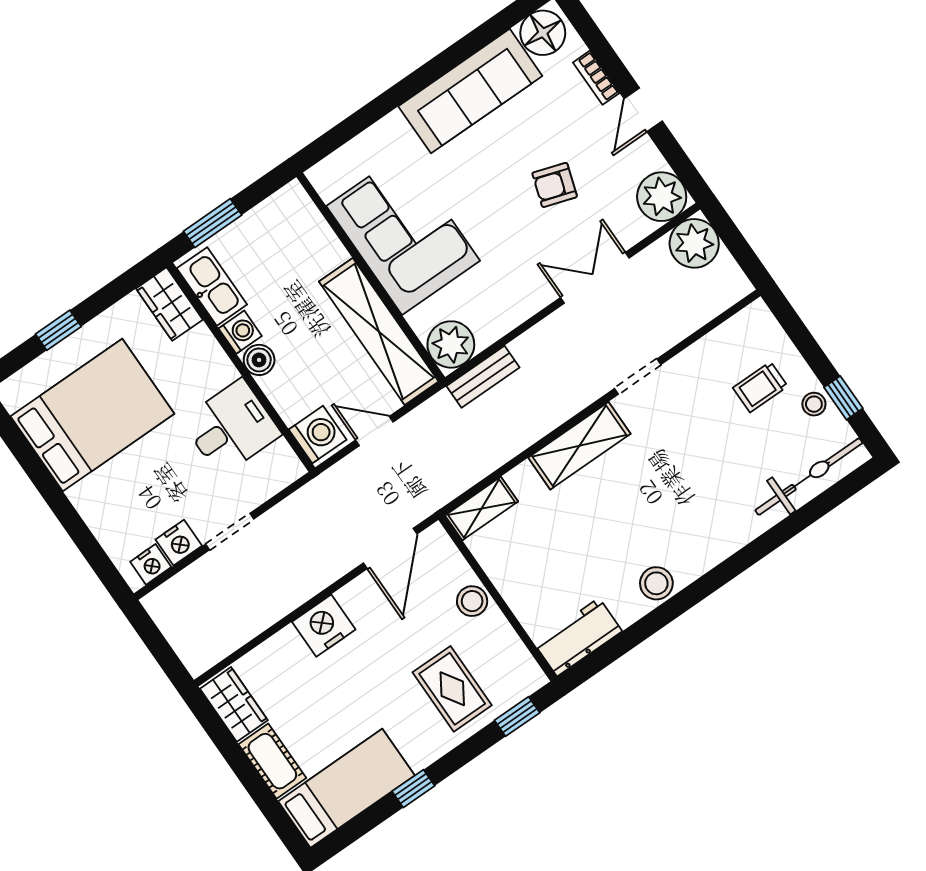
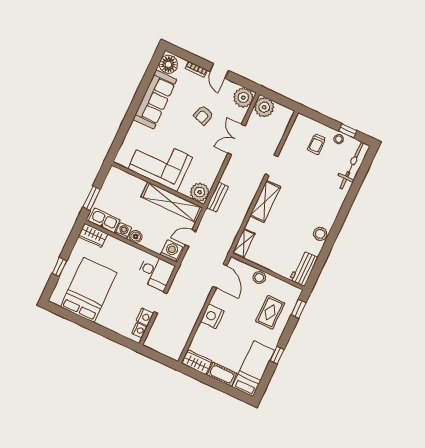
desk: (231, 427) -> (156, 272), moved, turned 90
rug: (452, 689) -> (270, 312), turned 90

